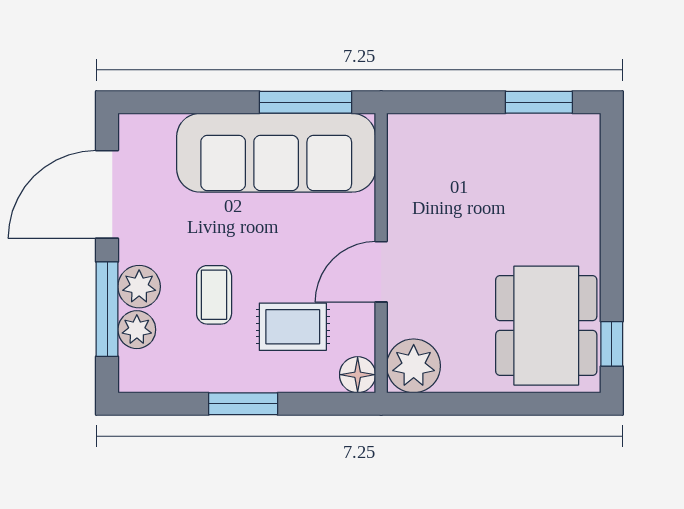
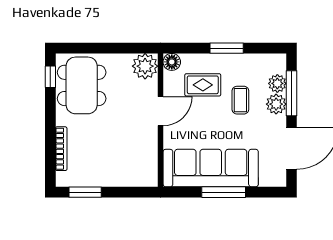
window: (305, 102) -> (224, 192), moved
bookcase: (589, 193) -> (61, 149), added

